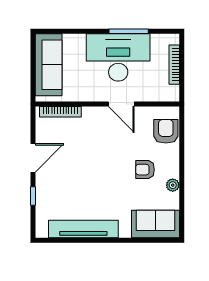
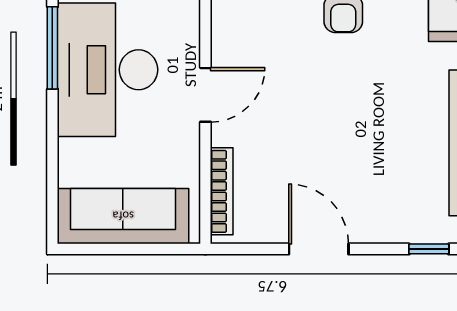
door: (121, 104) -> (205, 95), moved
window: (33, 196) -> (429, 249), moved

